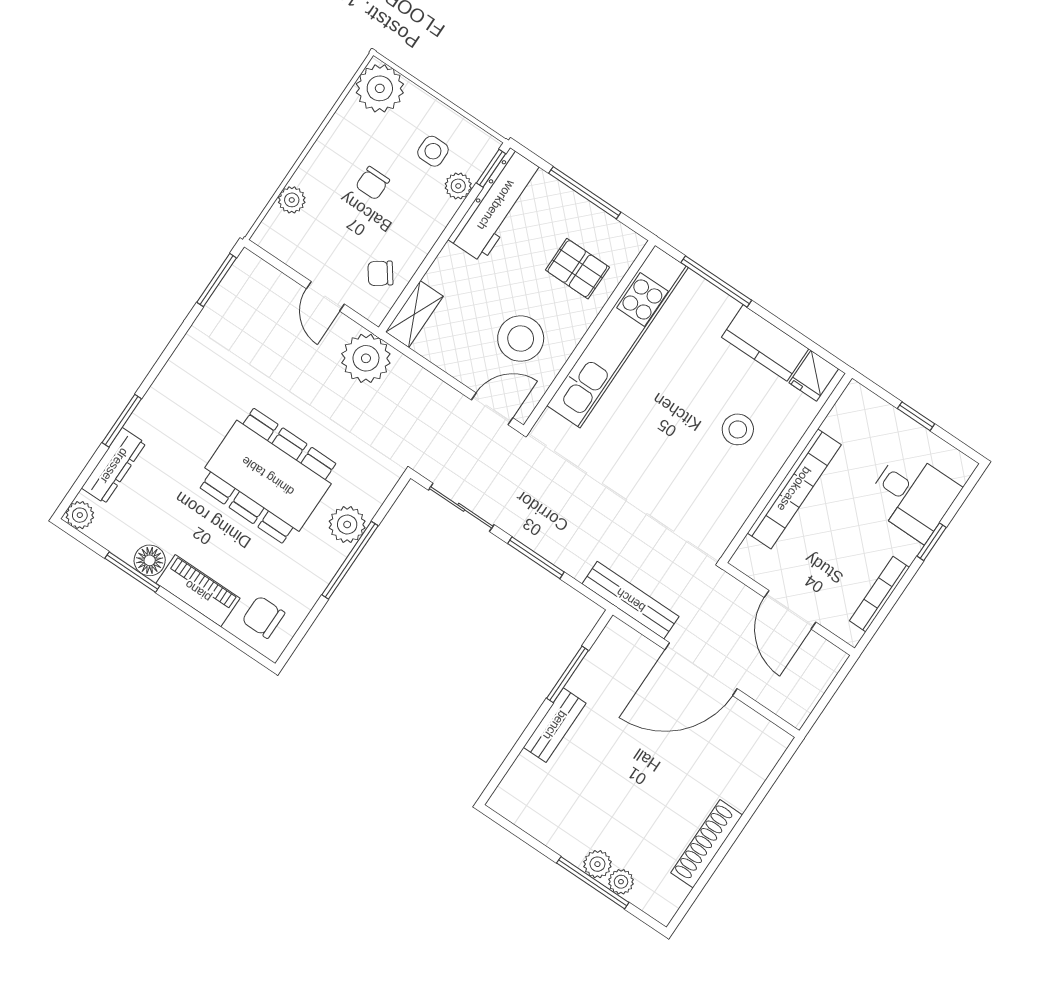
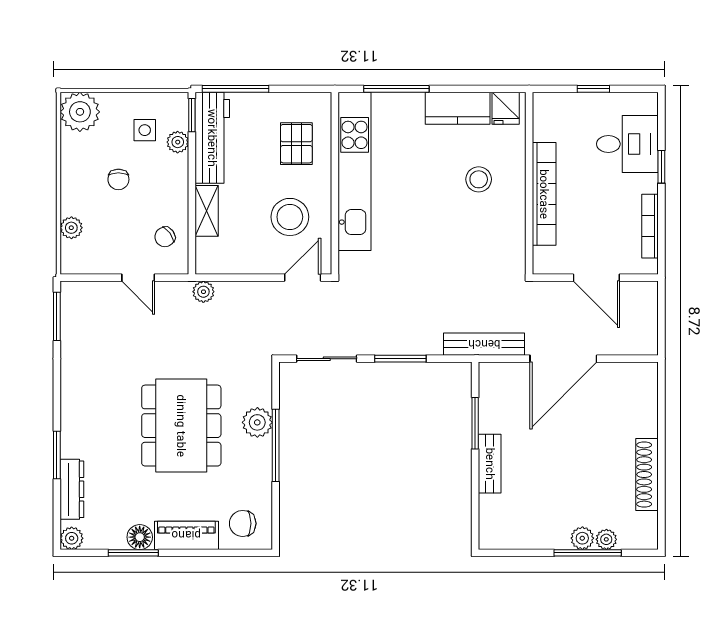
window: (585, 193) -> (235, 89), moved
pallet: (577, 269) -> (296, 144), turned 90
shelving: (414, 314) -> (207, 211), moved
plant: (366, 358) -> (203, 292), width x0.53, depth x0.53
dining table: (268, 476) -> (181, 426), turned 90

